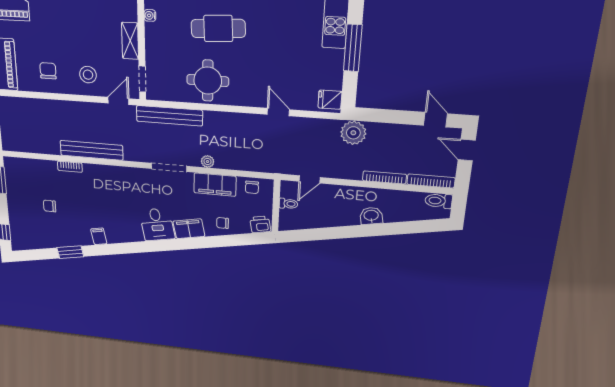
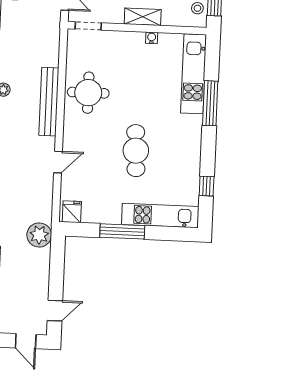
cafe table: (218, 28) -> (136, 151), moved
shelving: (130, 41) -> (143, 17), moved
bench: (169, 116) -> (49, 102), moved
door: (467, 150) -> (26, 341), swing flipped

